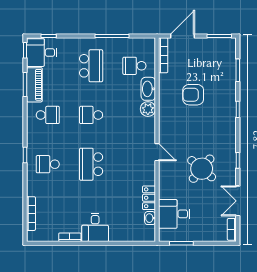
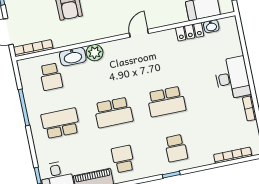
school desk: (91, 115) -> (113, 112), width x1.85
desk: (95, 227) -> (232, 78), width x1.37

